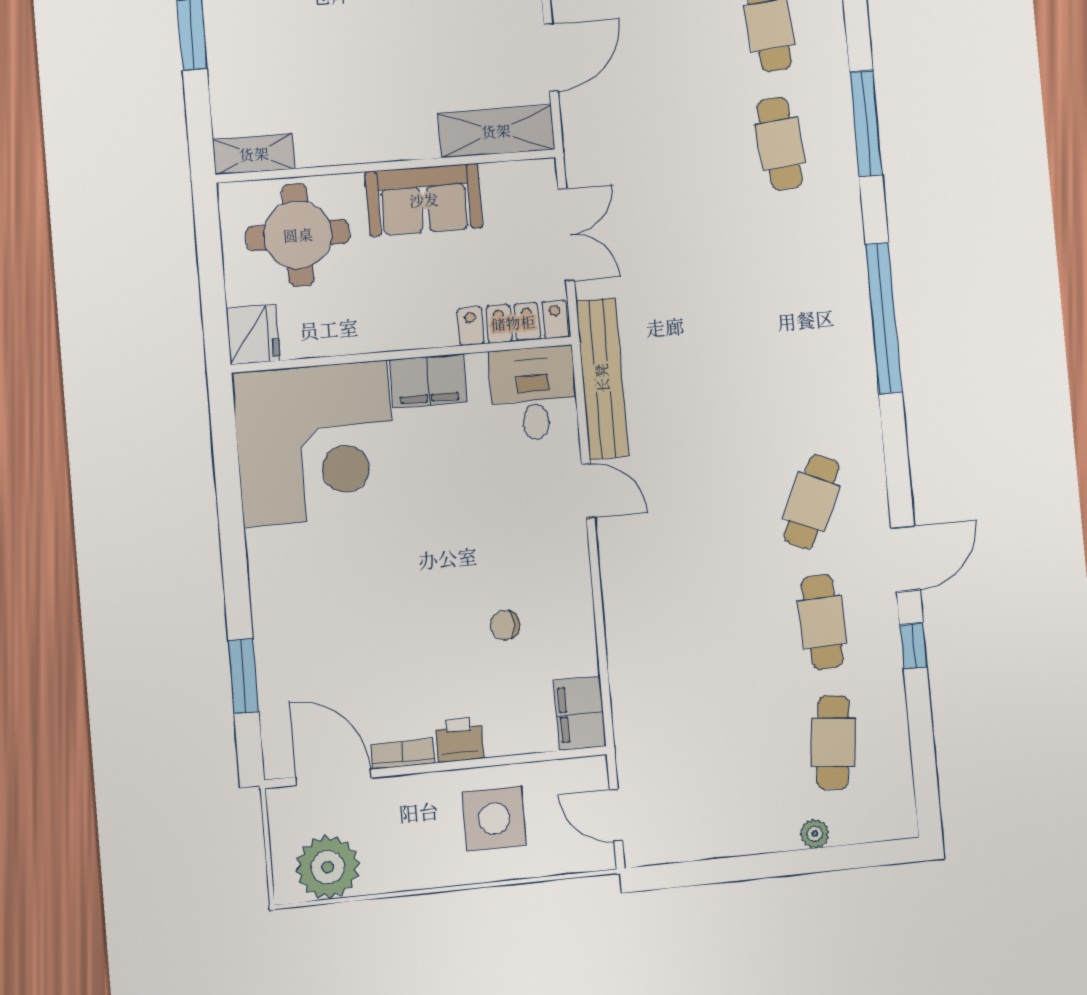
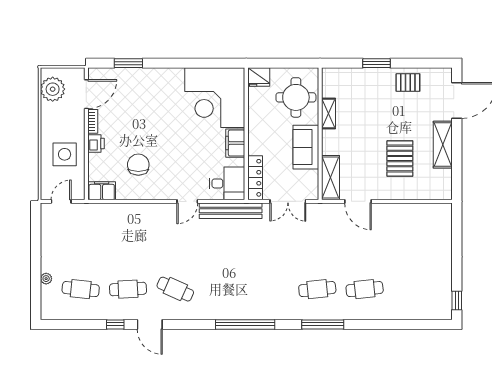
shelving: (254, 154) -> (328, 113), moved
chair: (505, 625) -> (138, 165), width x1.87, depth x1.87

